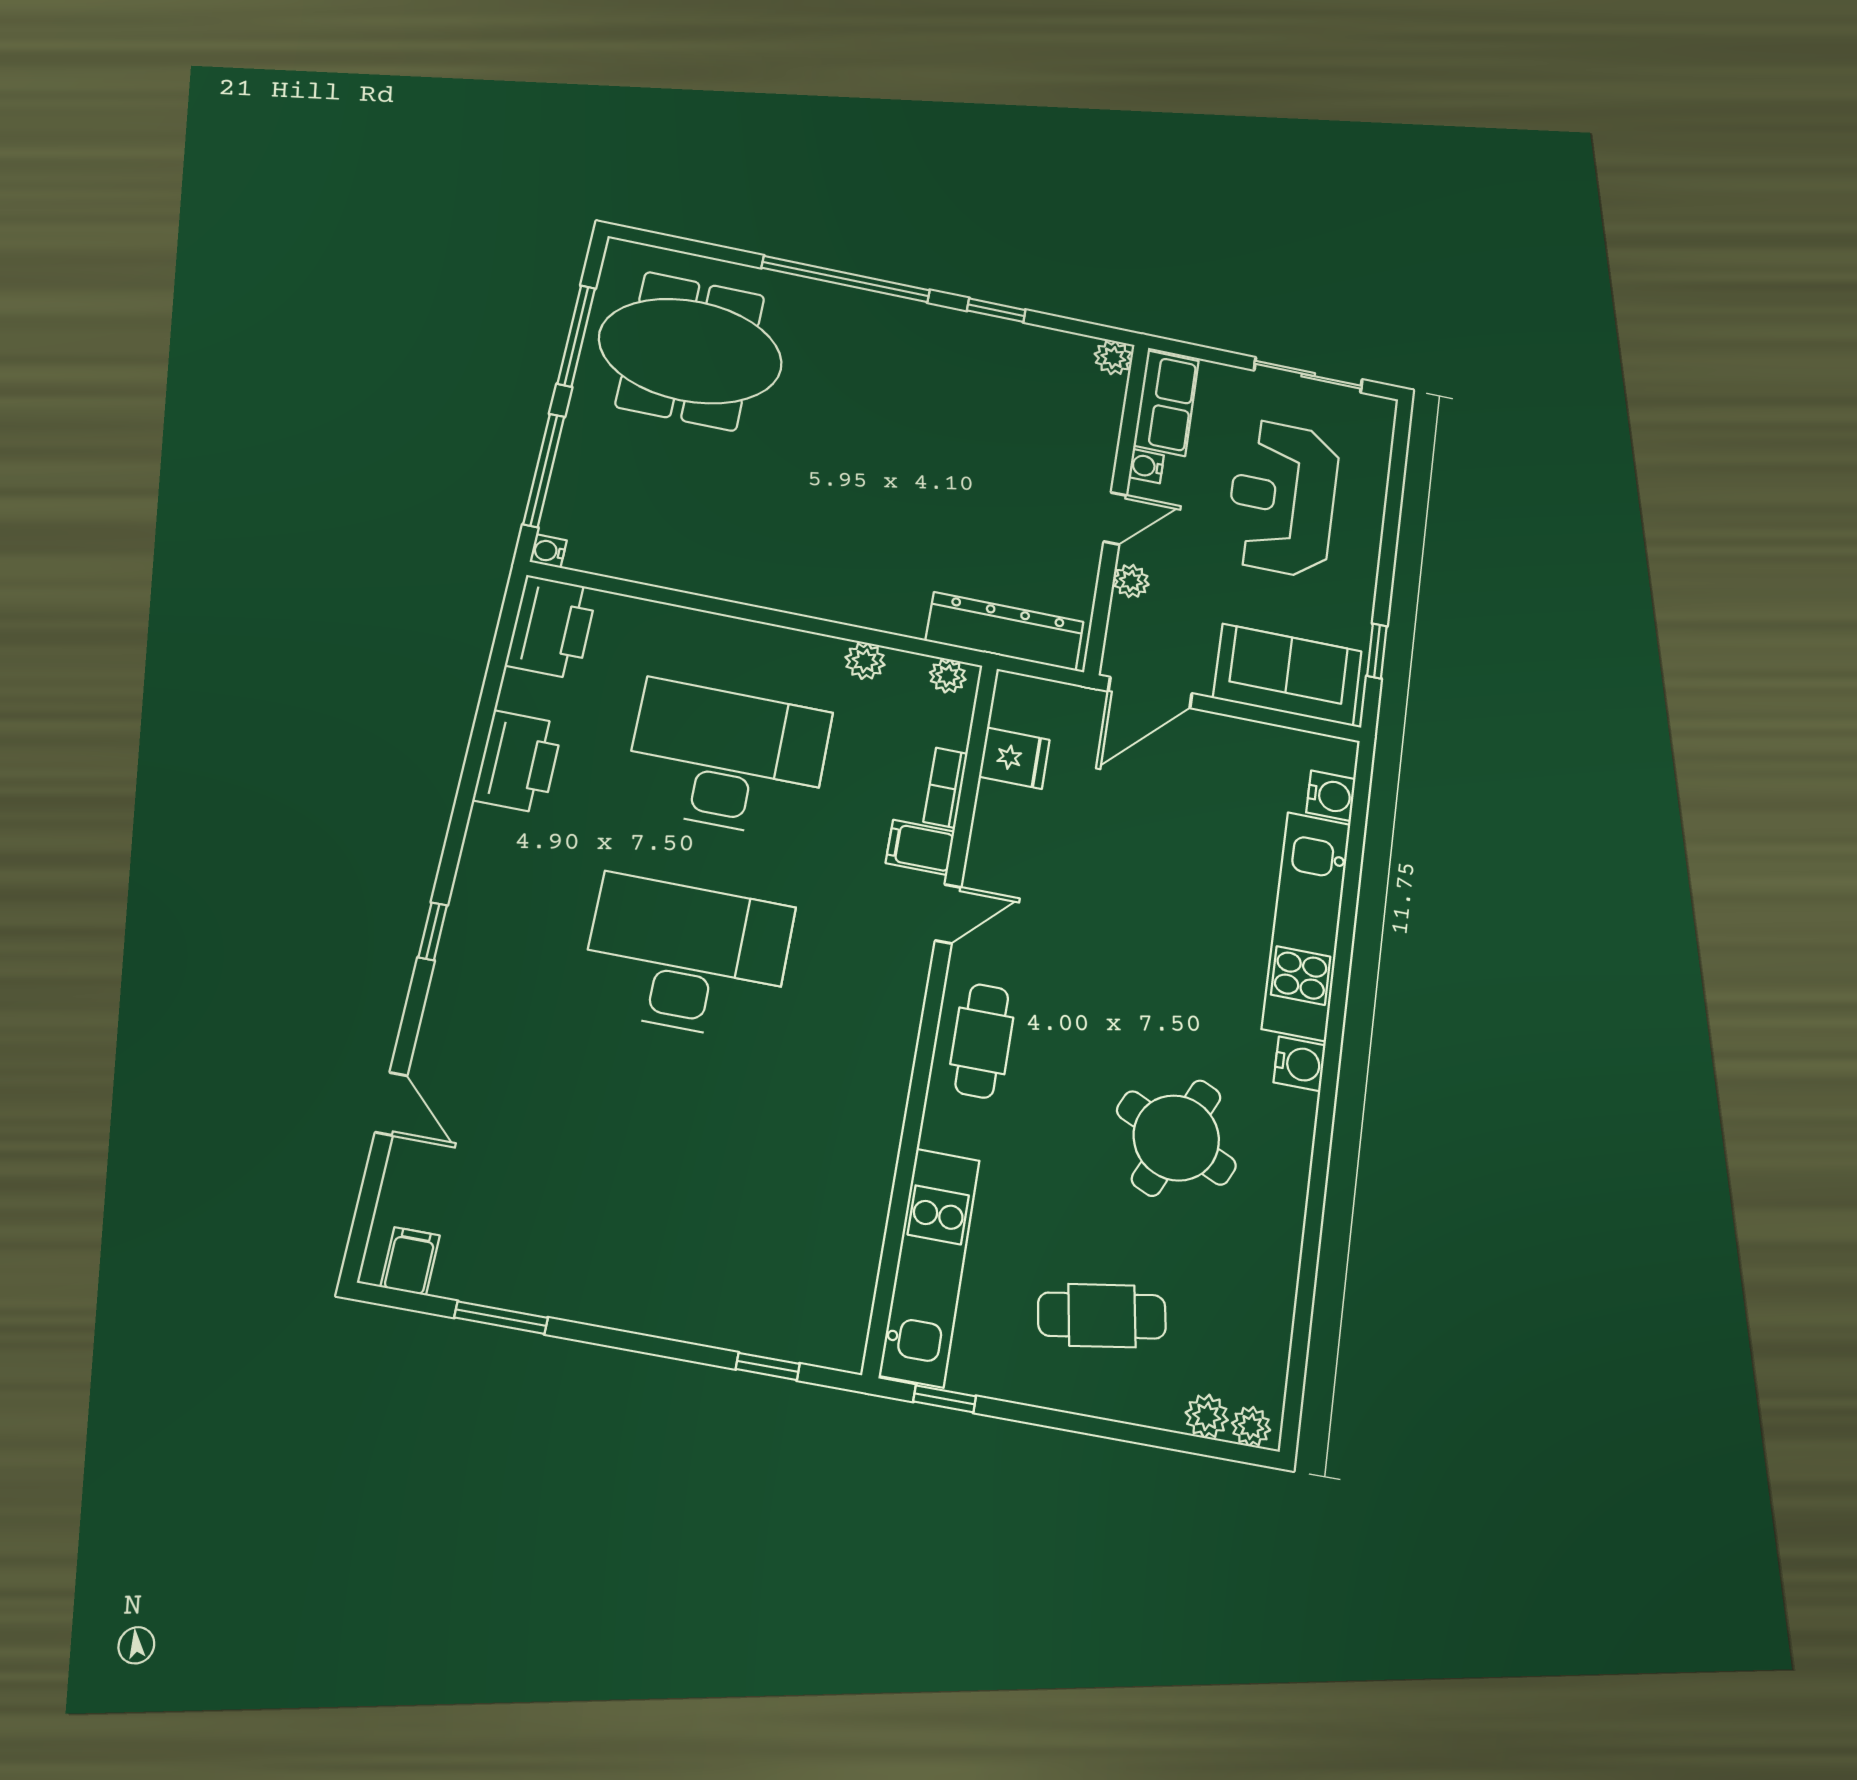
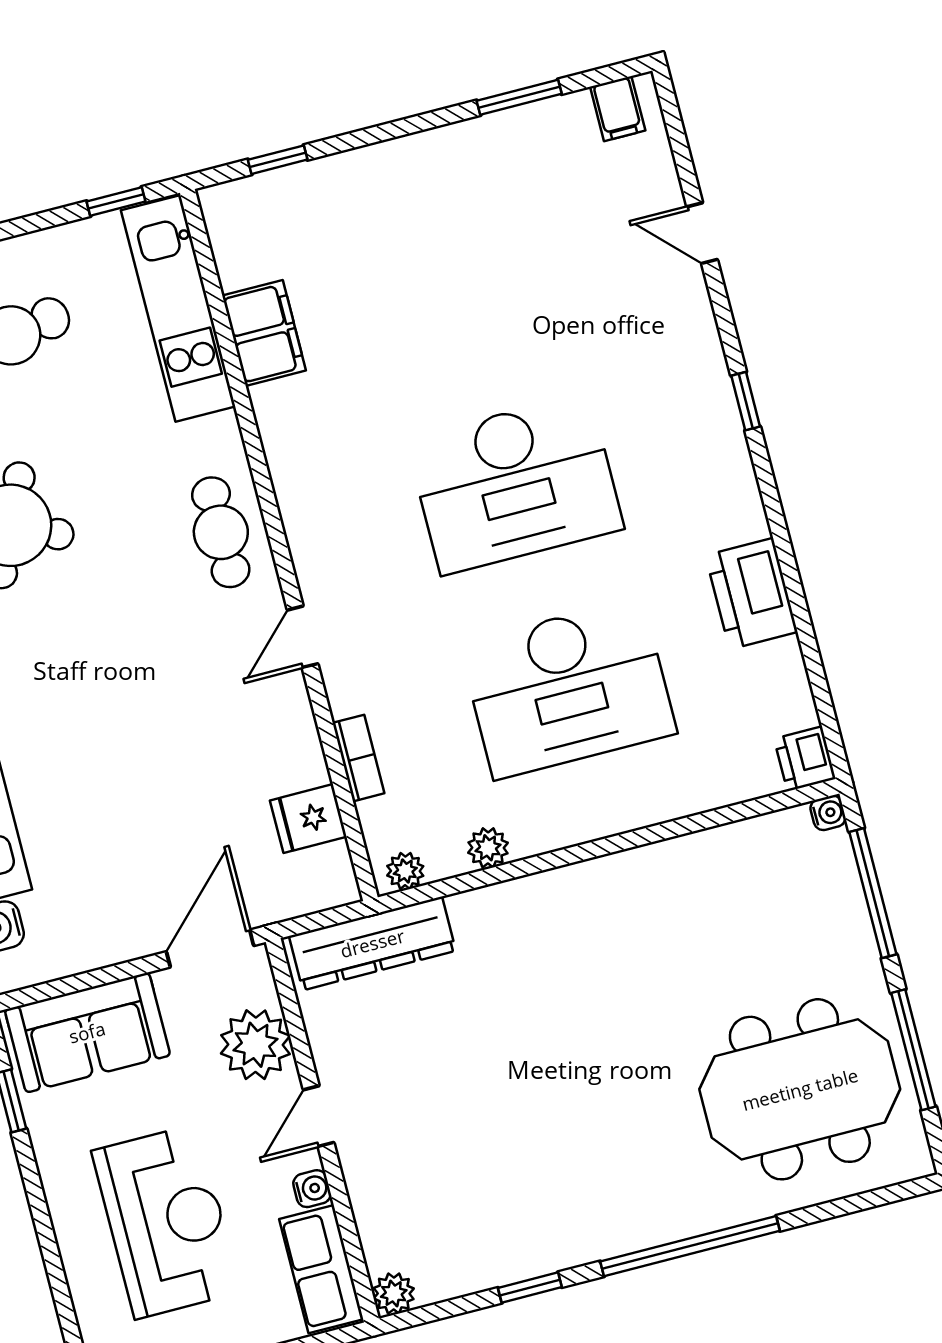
plant: (1131, 581) -> (256, 1045), width x1.87, depth x1.87
printer: (552, 627) -> (805, 759), width x0.53, depth x0.68
filing cabinet: (920, 847) -> (264, 333), moved, width x2.00

